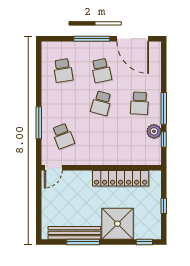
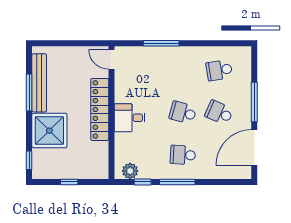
school desk: (101, 70) -> (219, 113), turned 36
plant: (154, 131) -> (130, 171), moved
school desk: (63, 136) -> (147, 70), removed
desk: (106, 151) -> (130, 118), added
locker: (121, 178) -> (100, 109), moved

